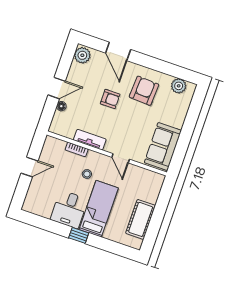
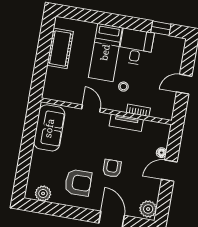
armchair: (144, 91) -> (78, 183), turned -93
armchair: (110, 99) -> (112, 168), turned 90
window: (79, 235) -> (161, 28), moved

